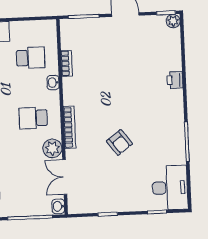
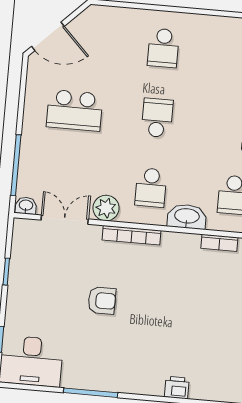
washbasin: (53, 83) -> (187, 217), width x1.91, depth x1.45
school desk: (33, 118) -> (151, 188), turned 180
armchair: (119, 142) -> (102, 301), turned -144

